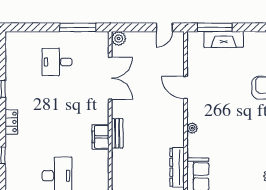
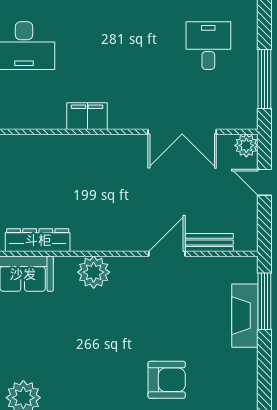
door: (164, 27) -> (264, 182), moved
plant: (192, 128) -> (94, 272), width x1.87, depth x1.87
bench: (117, 133) -> (209, 242), moved

